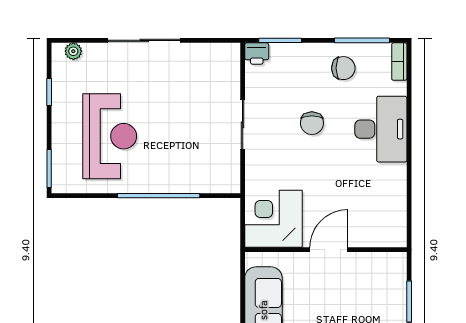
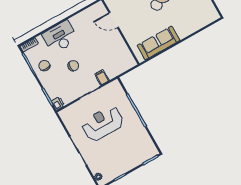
reception desk: (110, 136) -> (103, 123), moved
filing cabinet: (259, 165) -> (102, 77), added
corner desk: (274, 219) -> (120, 60), removed
door: (329, 250) -> (114, 20), moved

